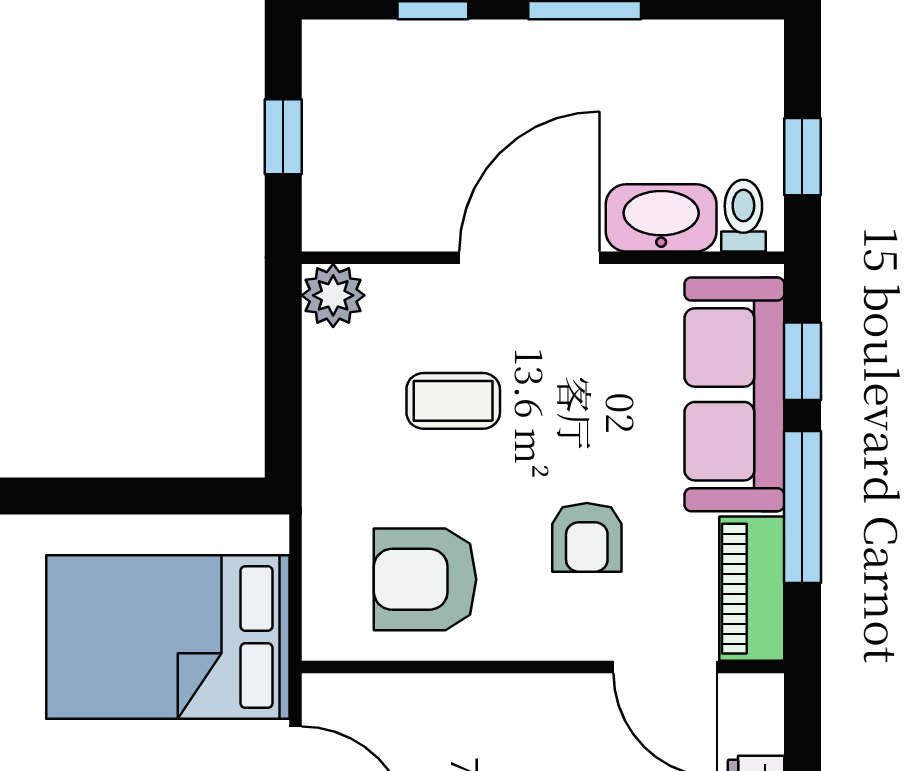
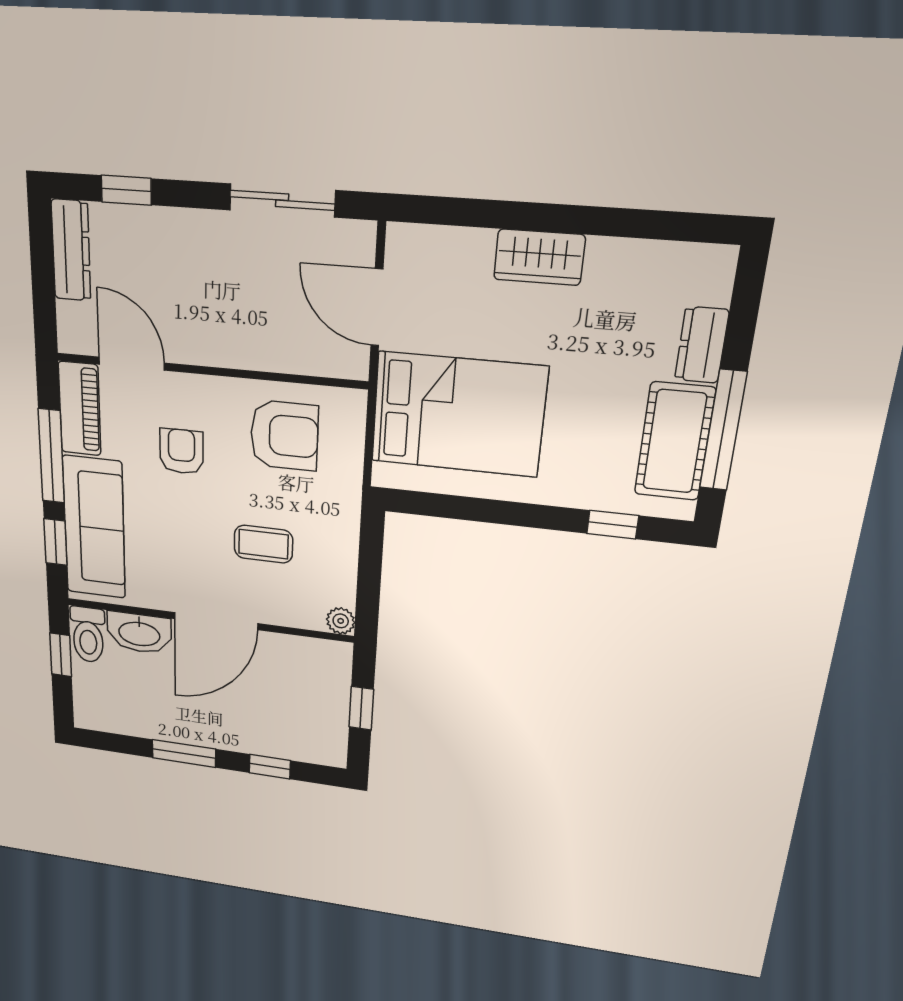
toilet: (743, 216) -> (88, 635), width x1.37, depth x1.39
plant: (333, 295) -> (341, 621), width x0.73, depth x0.73

